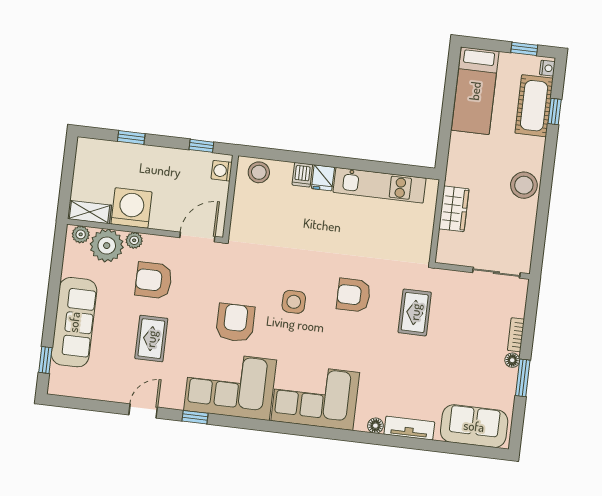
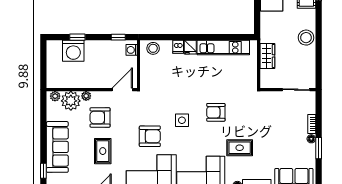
washing machine: (132, 208) -> (73, 51), moved, turned 180
shelving: (90, 212) -> (59, 83), removed
rug: (415, 312) -> (240, 148), moved, turned 90
armchair: (235, 323) -> (150, 136), turned 90

